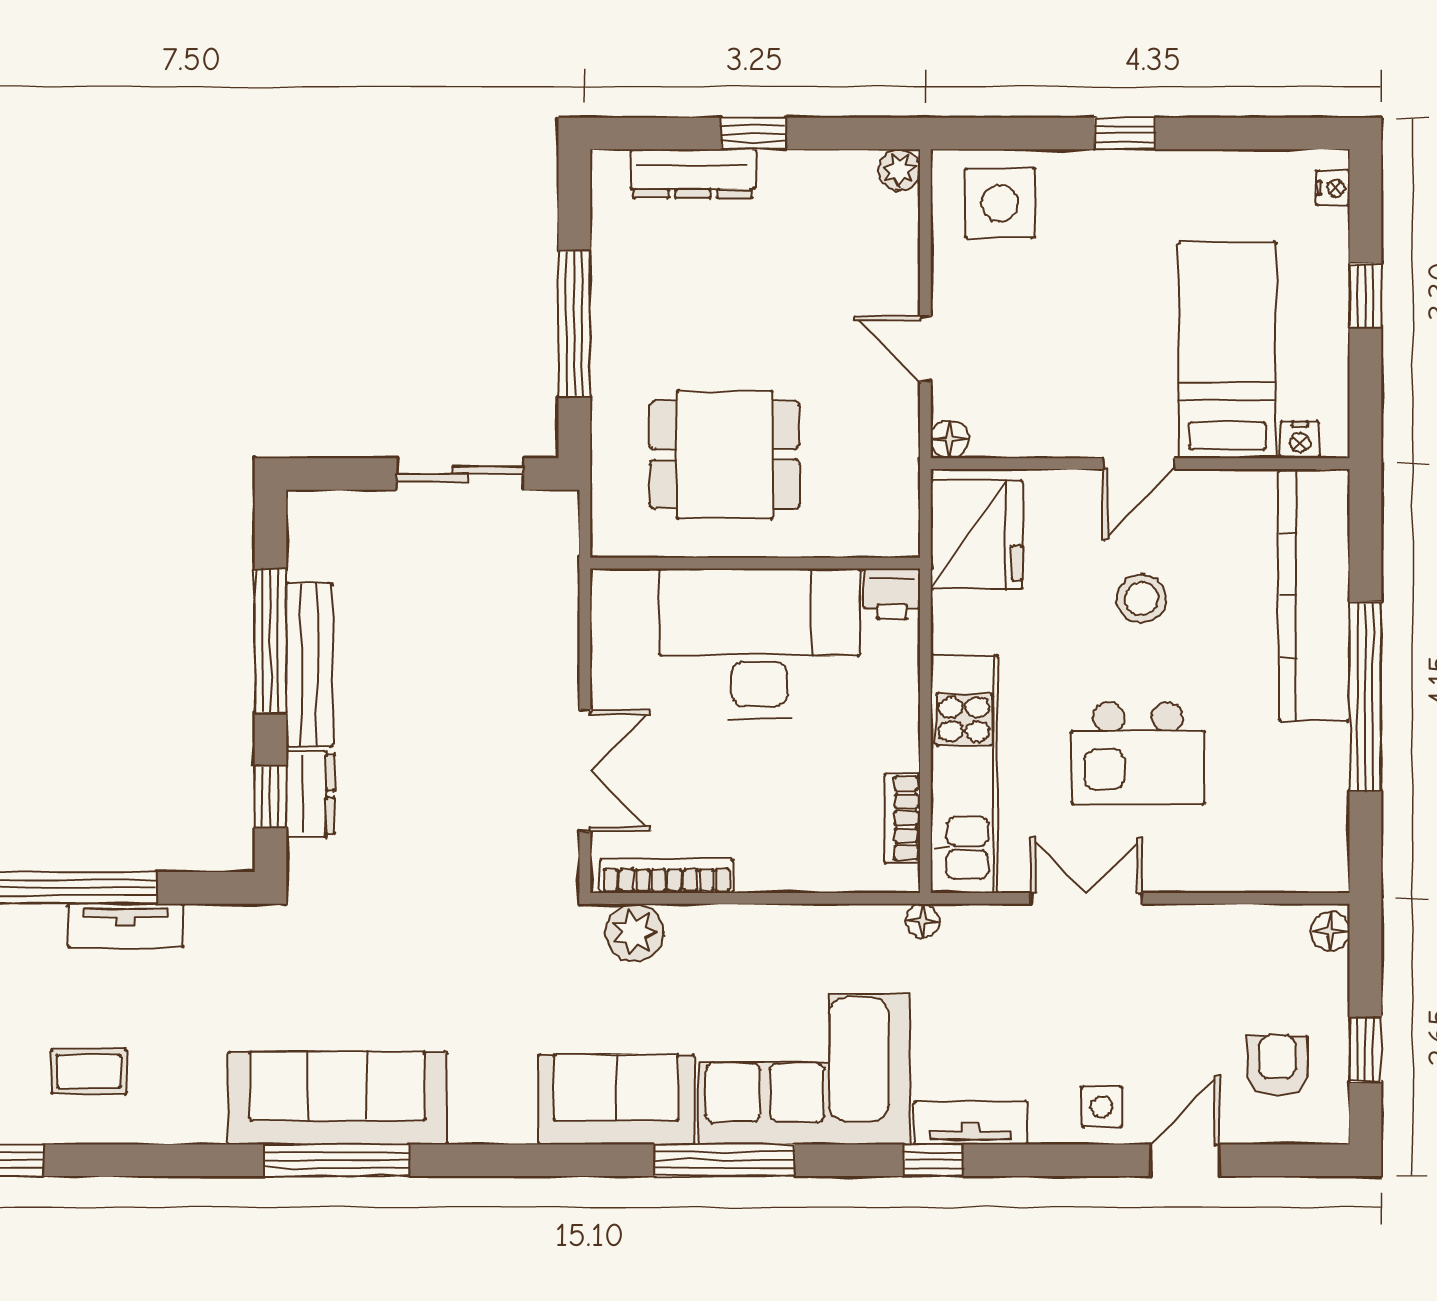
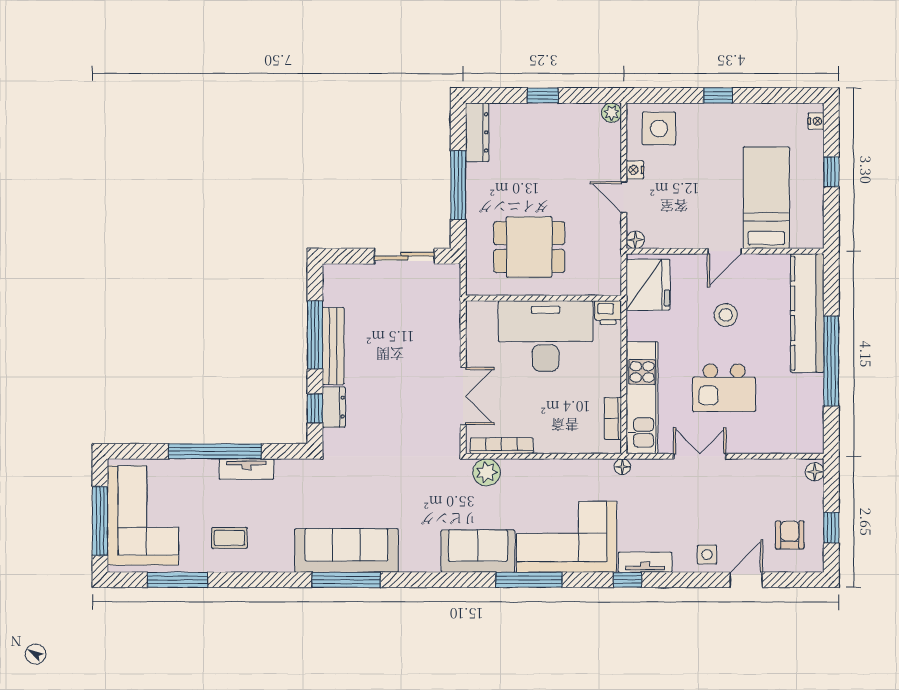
dresser: (693, 174) -> (477, 132), moved, turned -90
nightstand: (1300, 440) -> (635, 170), moved, turned 90

